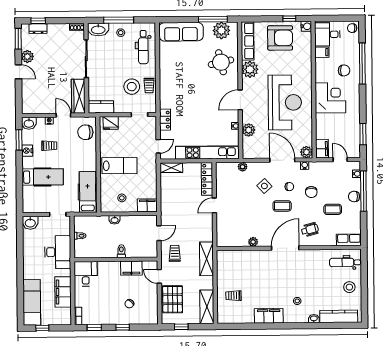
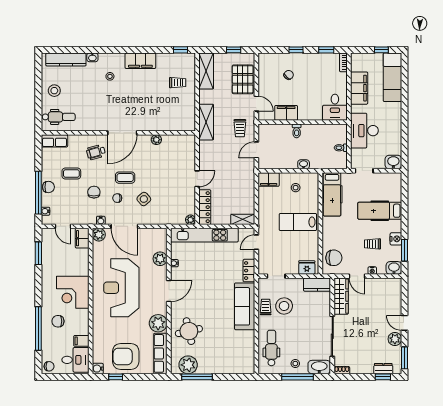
sofa: (181, 32) -> (245, 306), moved, turned -90
plant: (243, 167) -> (191, 220), moved
window: (231, 326) -> (181, 50), added

